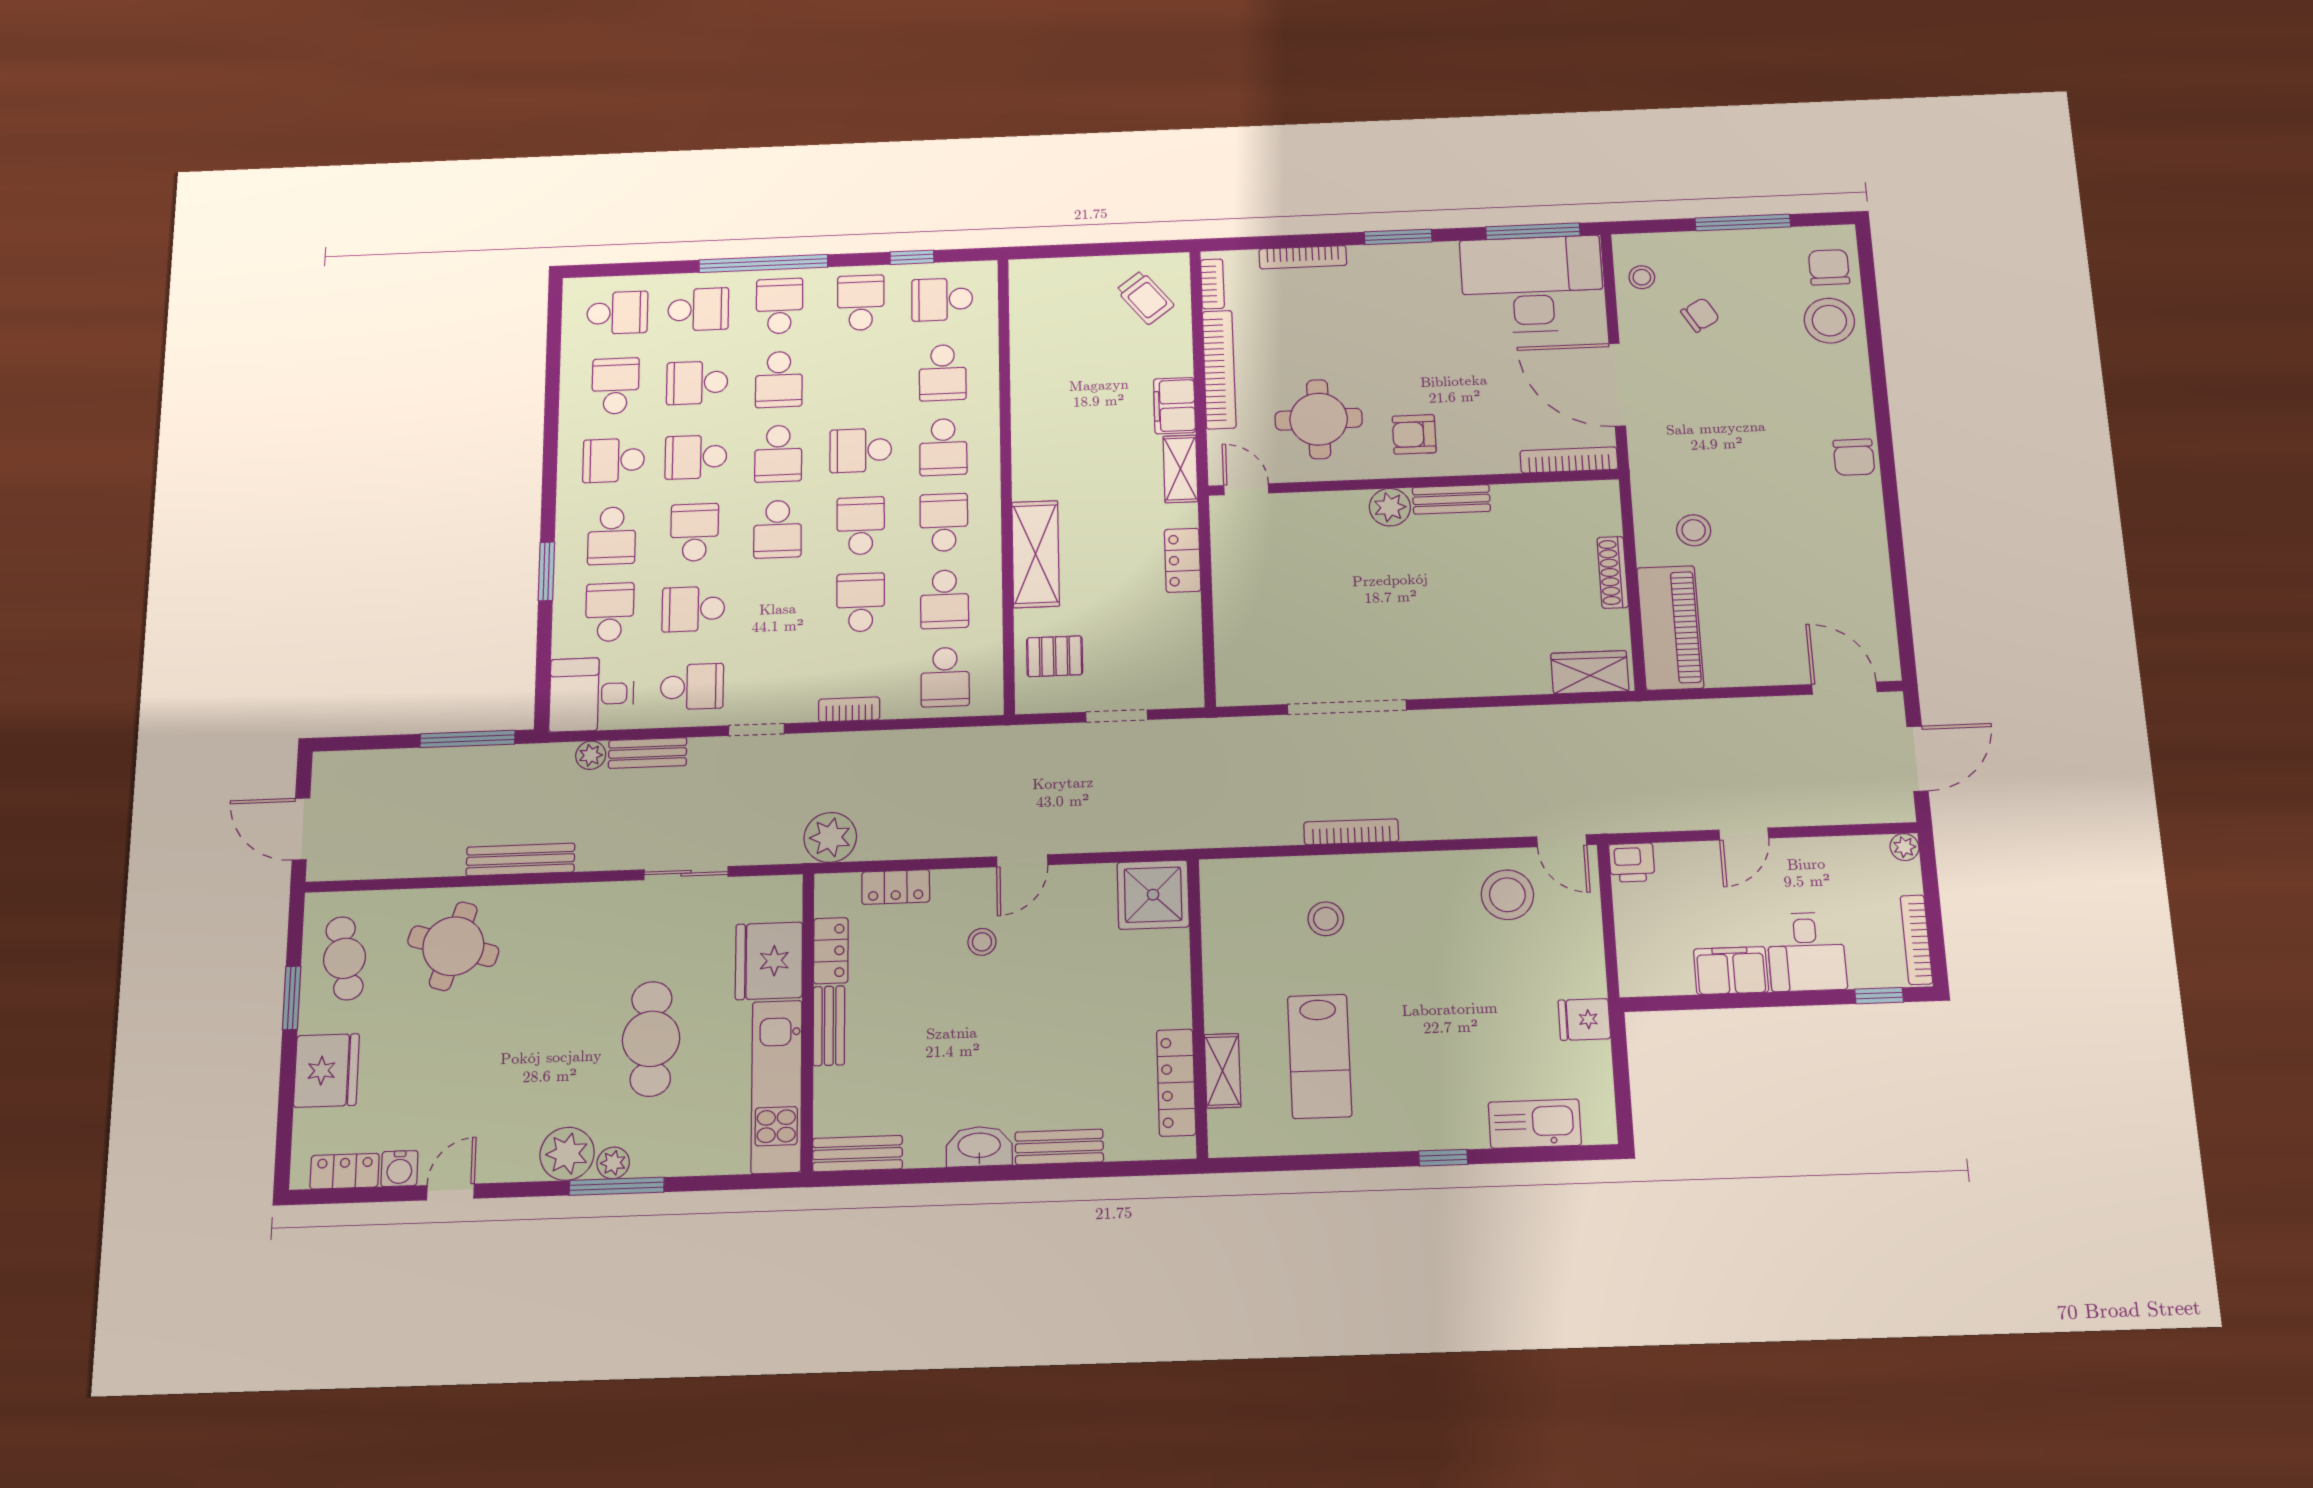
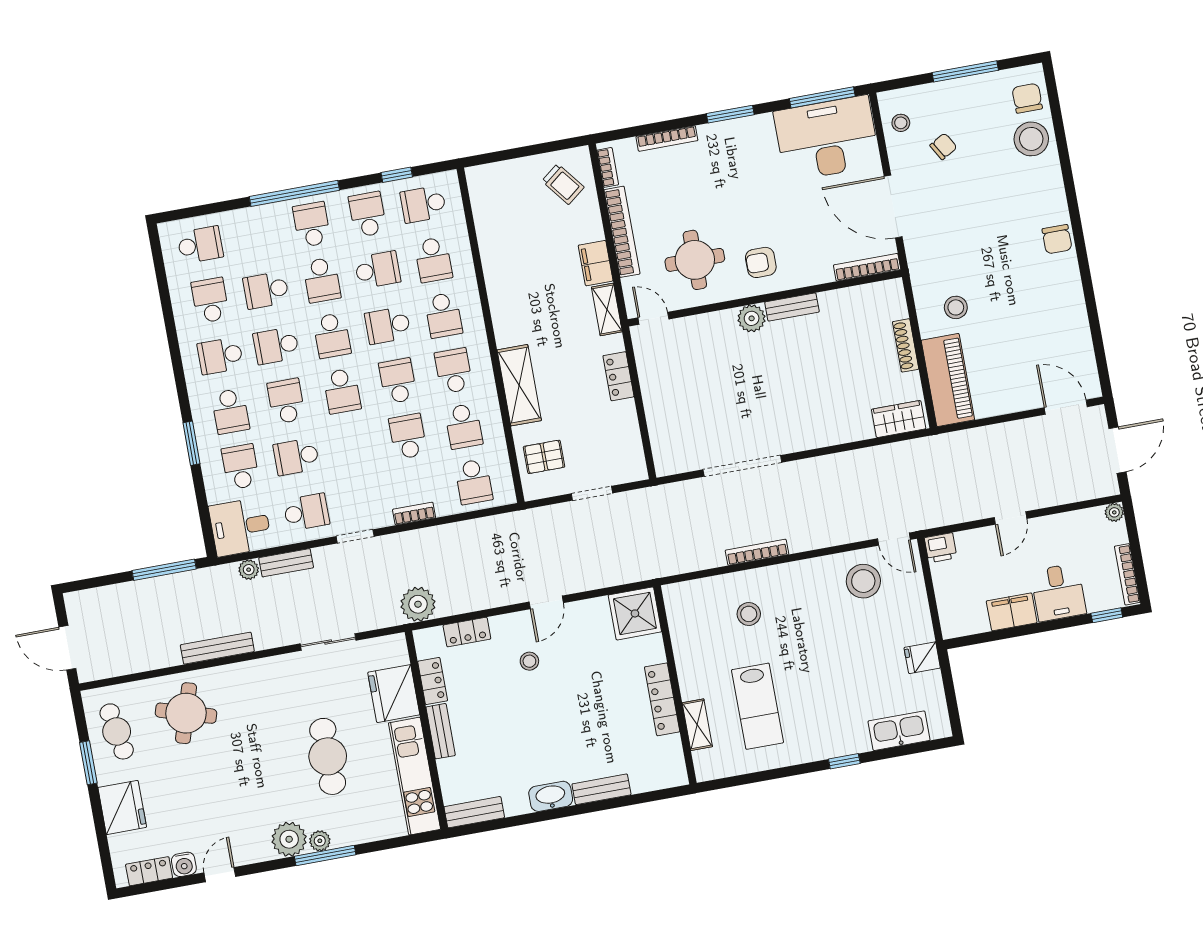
school desk: (698, 309) -> (378, 270), moved
locker: (1176, 1083) -> (662, 699), moved

